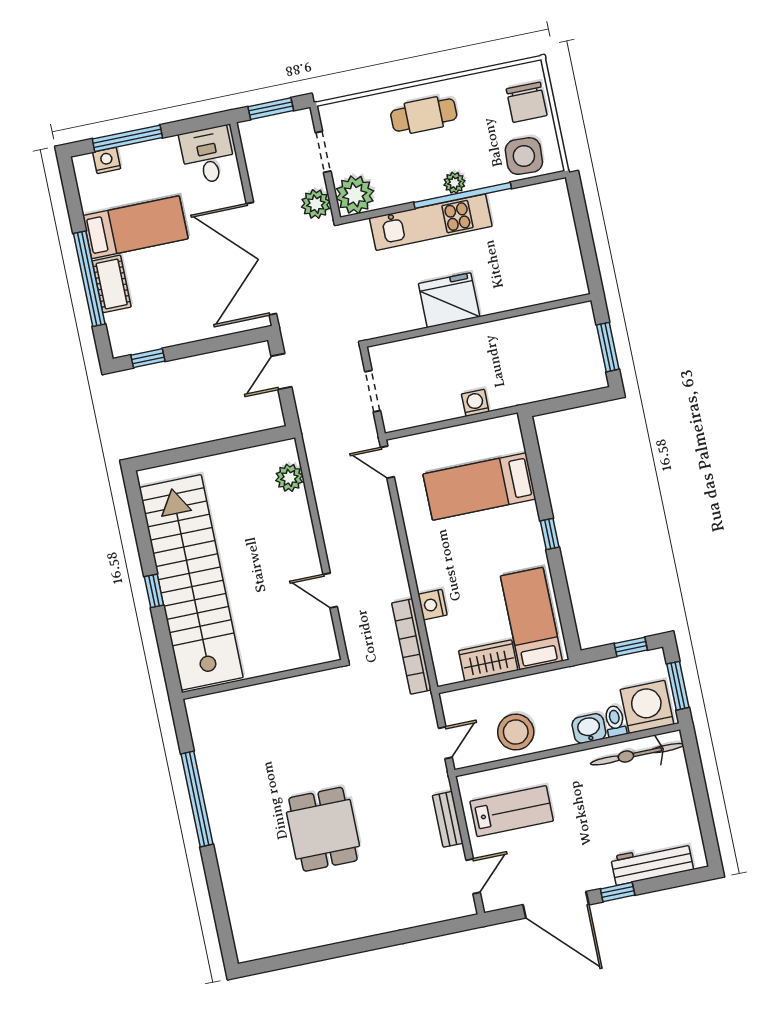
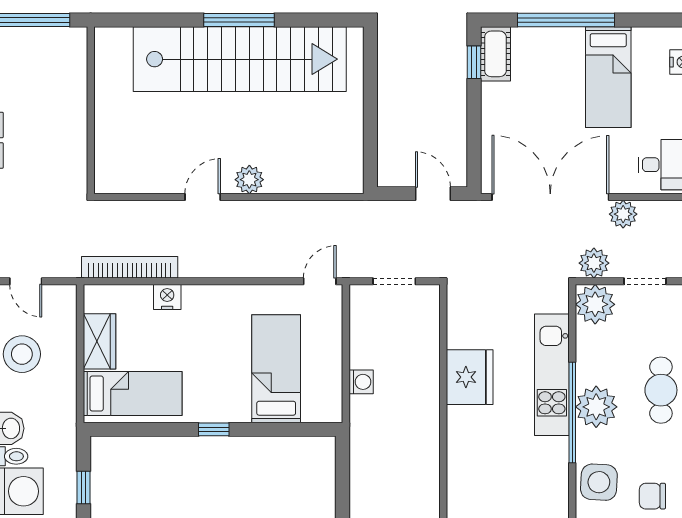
chair: (527, 102) -> (652, 496), width x0.73, depth x0.73
plant: (454, 183) -> (596, 407), width x1.88, depth x1.88
plant: (263, 186) -> (623, 214), added
cot: (112, 284) -> (495, 54), moved, turned 90
plant: (289, 478) -> (249, 180), moved
window: (154, 591) -> (239, 20), width x2.17
wall: (262, 679) -> (91, 110), moved

